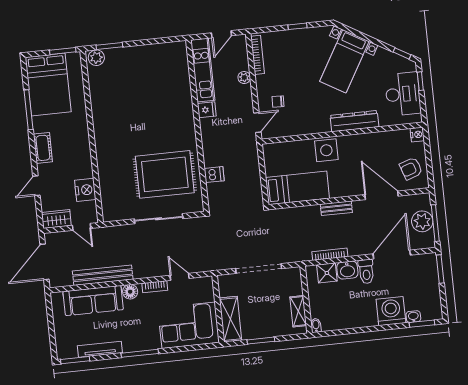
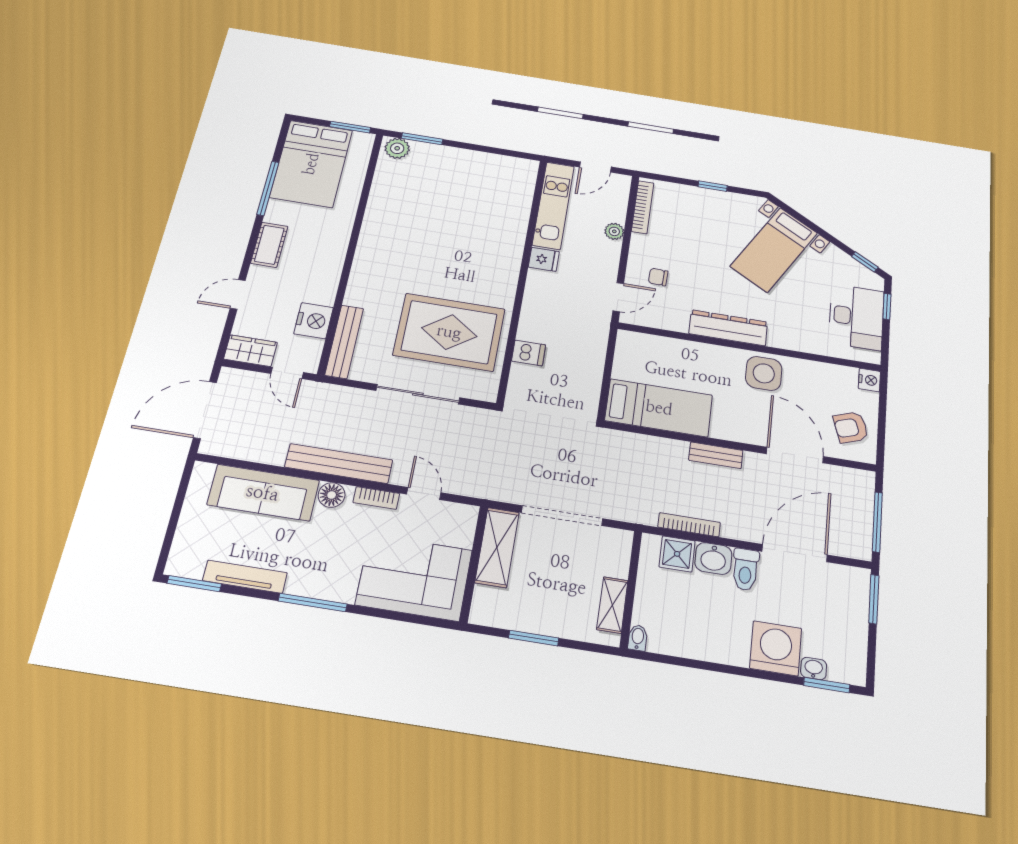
dresser: (354, 121) -> (728, 328), moved
side table: (326, 150) -> (764, 373), moved
bench: (107, 198) -> (344, 342), added
plant: (422, 221) -> (856, 513), removed
bench: (103, 275) -> (339, 463), moved
shelving: (230, 319) -> (497, 547), moved

